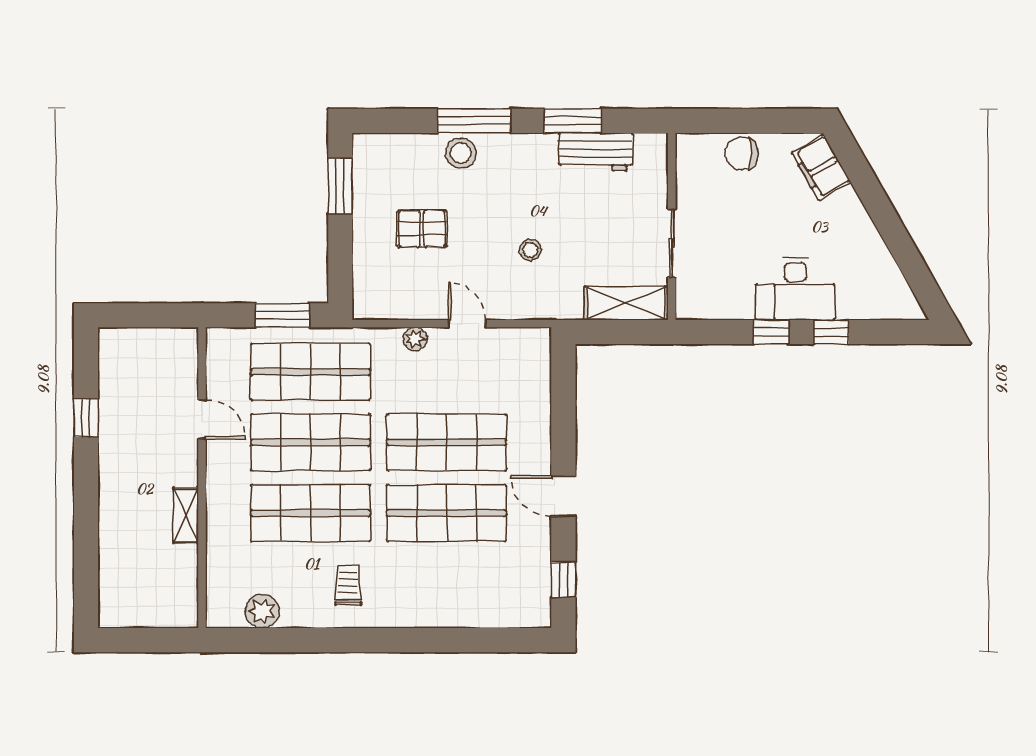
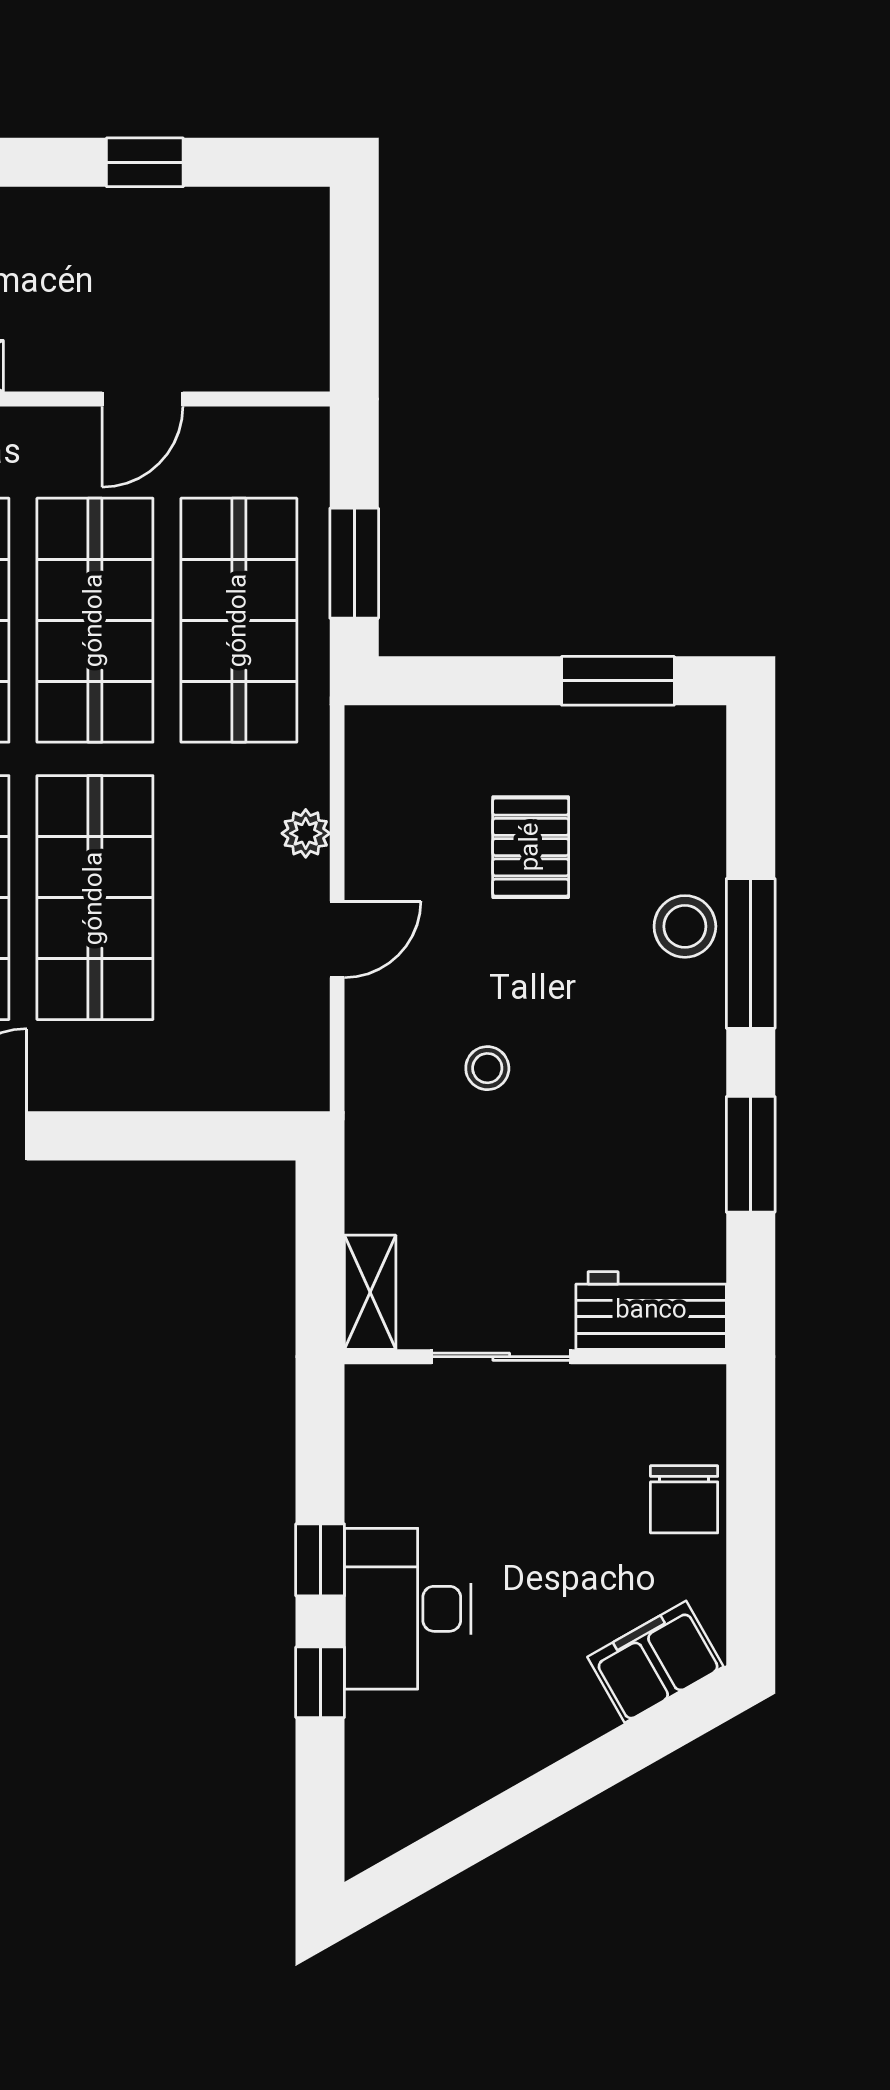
workbench: (596, 152) -> (651, 1311), moved, turned 90
chair: (742, 154) -> (684, 1499), turned 180
shelving: (626, 303) -> (370, 1292), width x0.67, depth x0.75

